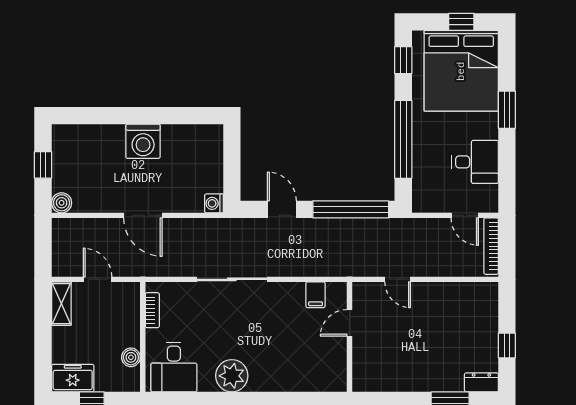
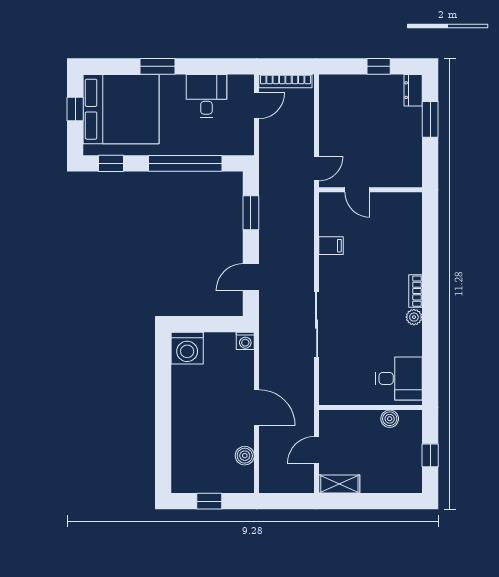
washing machine: (143, 141) -> (187, 348), moved, turned 90
boiler: (62, 203) -> (245, 456), moved
window: (351, 209) -> (251, 213), width x0.47
door: (143, 215) -> (257, 408), hinge flipped
bookcase: (152, 310) -> (415, 291), moved, turned -90
door: (350, 323) -> (357, 190), moved
wall: (350, 337) -> (370, 190), moved
plant: (232, 376) -> (414, 317), width x0.53, depth x0.53
freezer: (73, 378) -> (409, 473), removed

